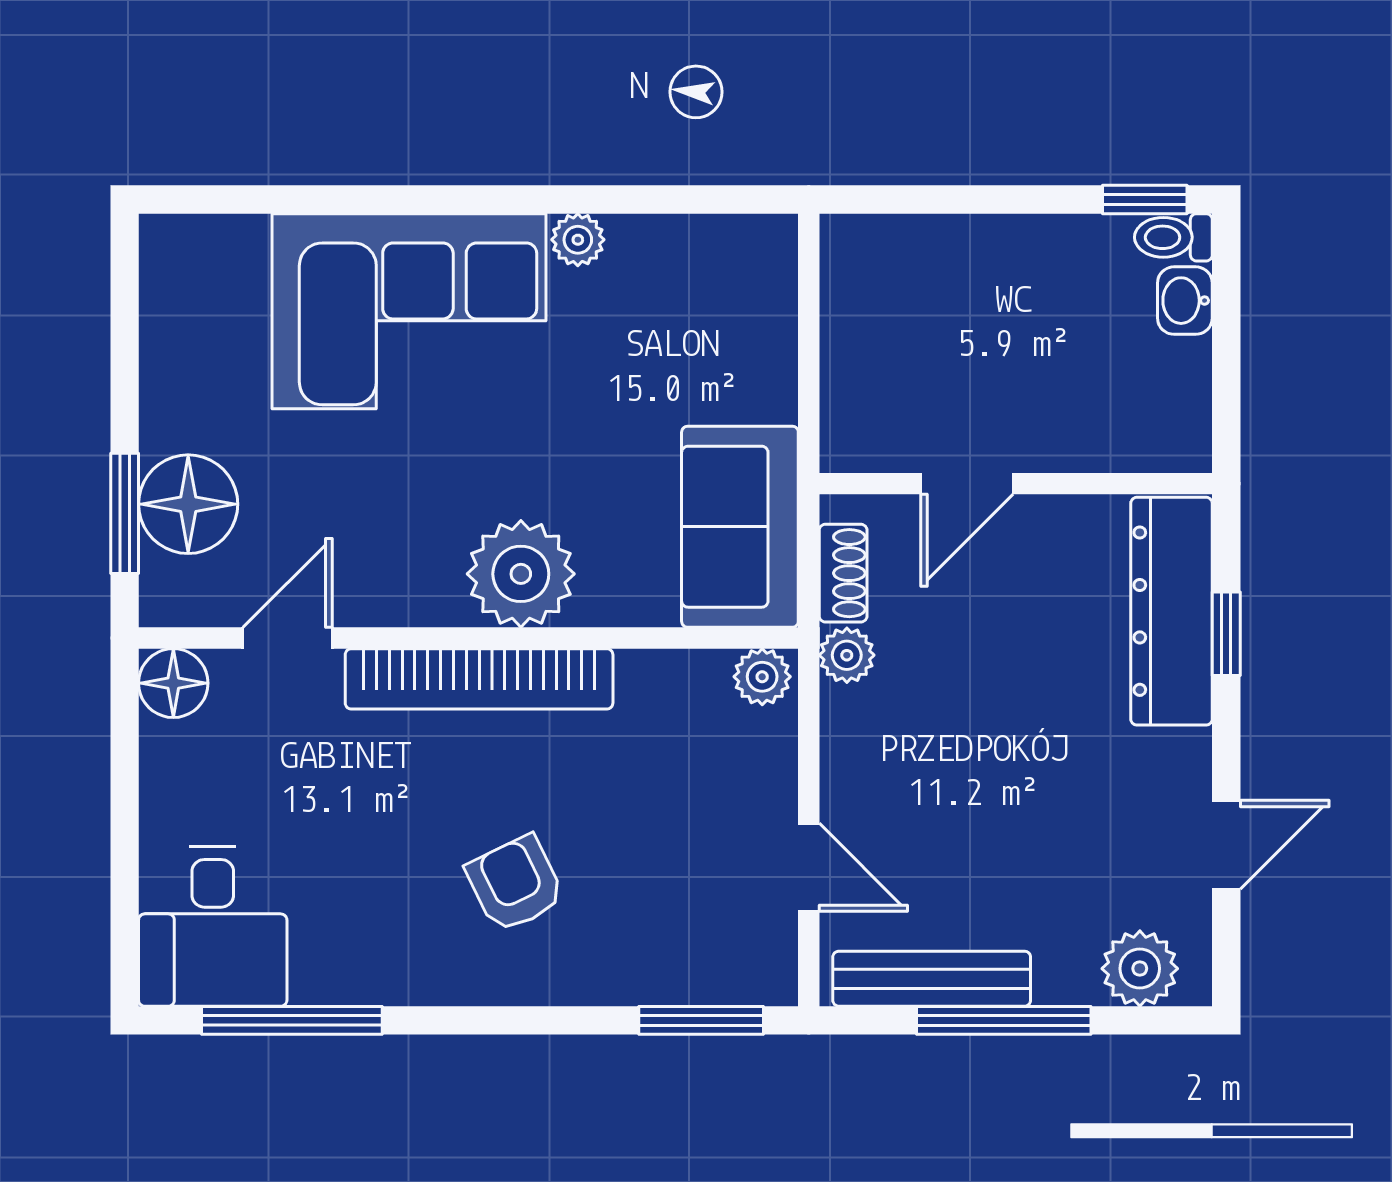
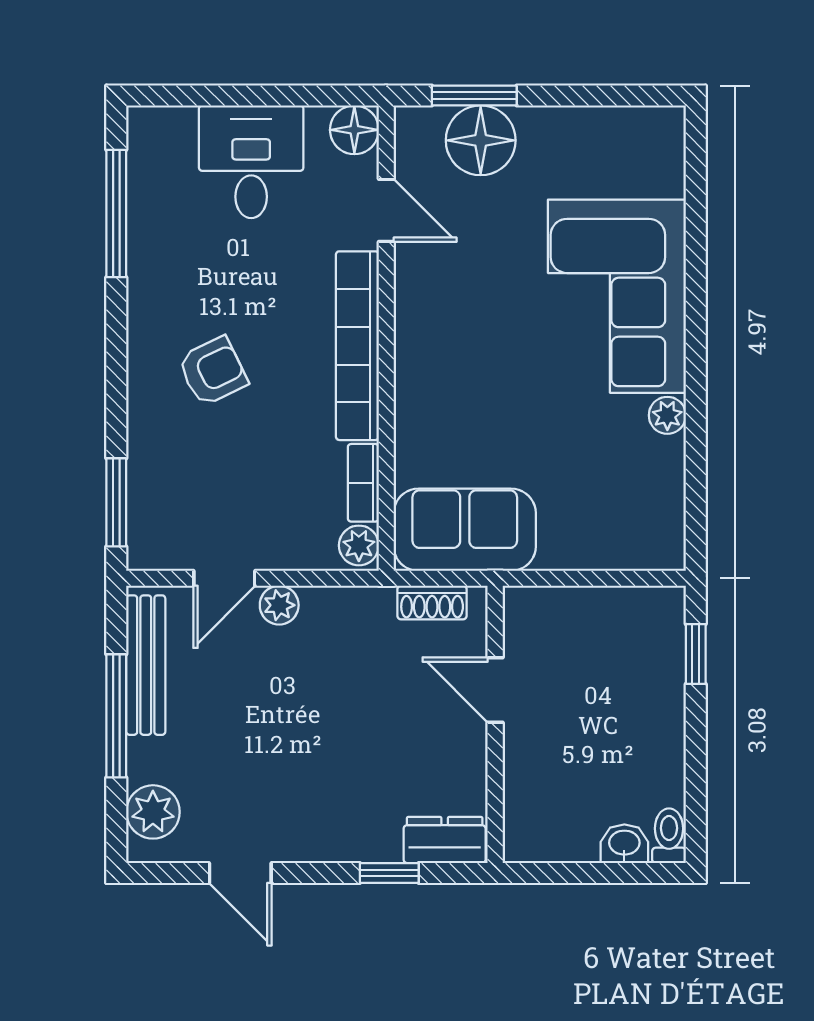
window: (1145, 199) -> (696, 654), moved
plant: (521, 574) -> (431, 375), removed
dresser: (1172, 611) -> (445, 840), width x0.51, depth x0.80
plant: (847, 655) -> (279, 605), moved
bookcase: (673, 671) -> (363, 483), added
desk: (213, 926) -> (251, 162), moved, turned 90

